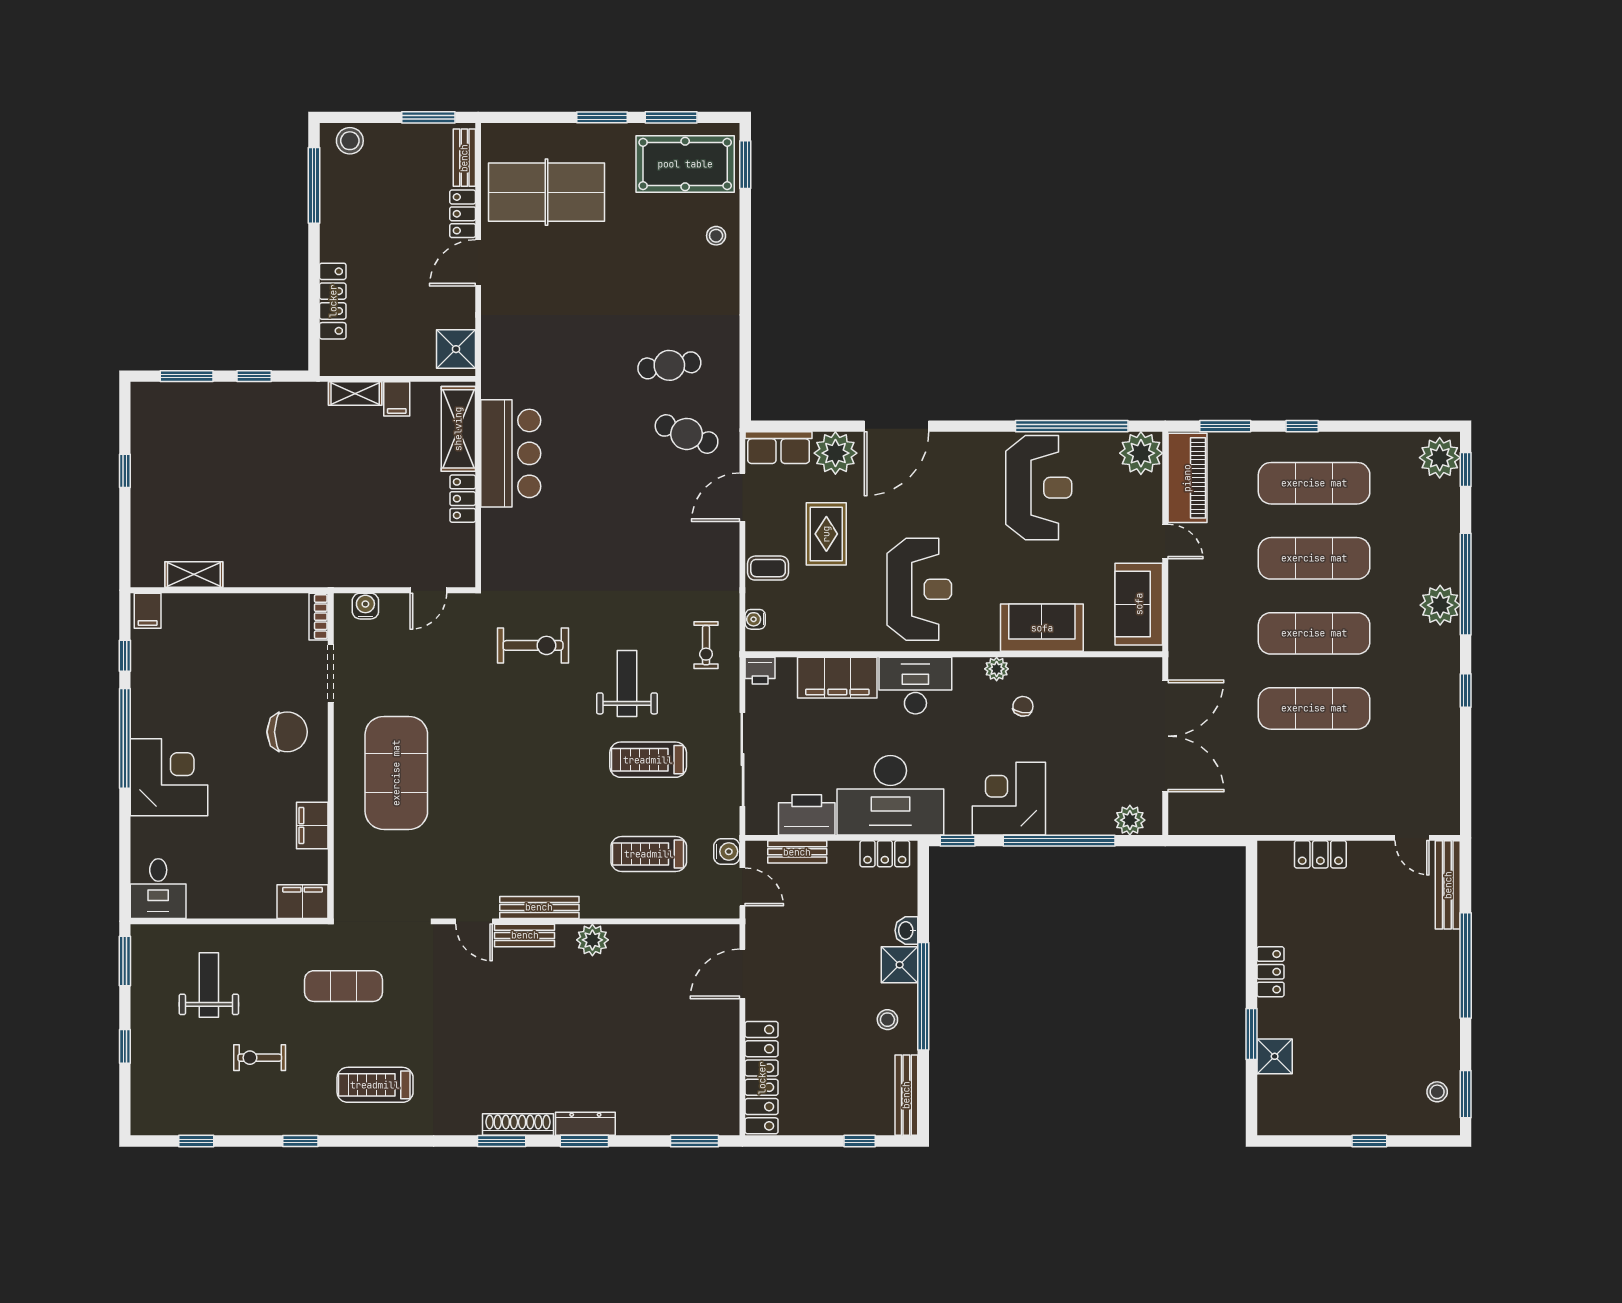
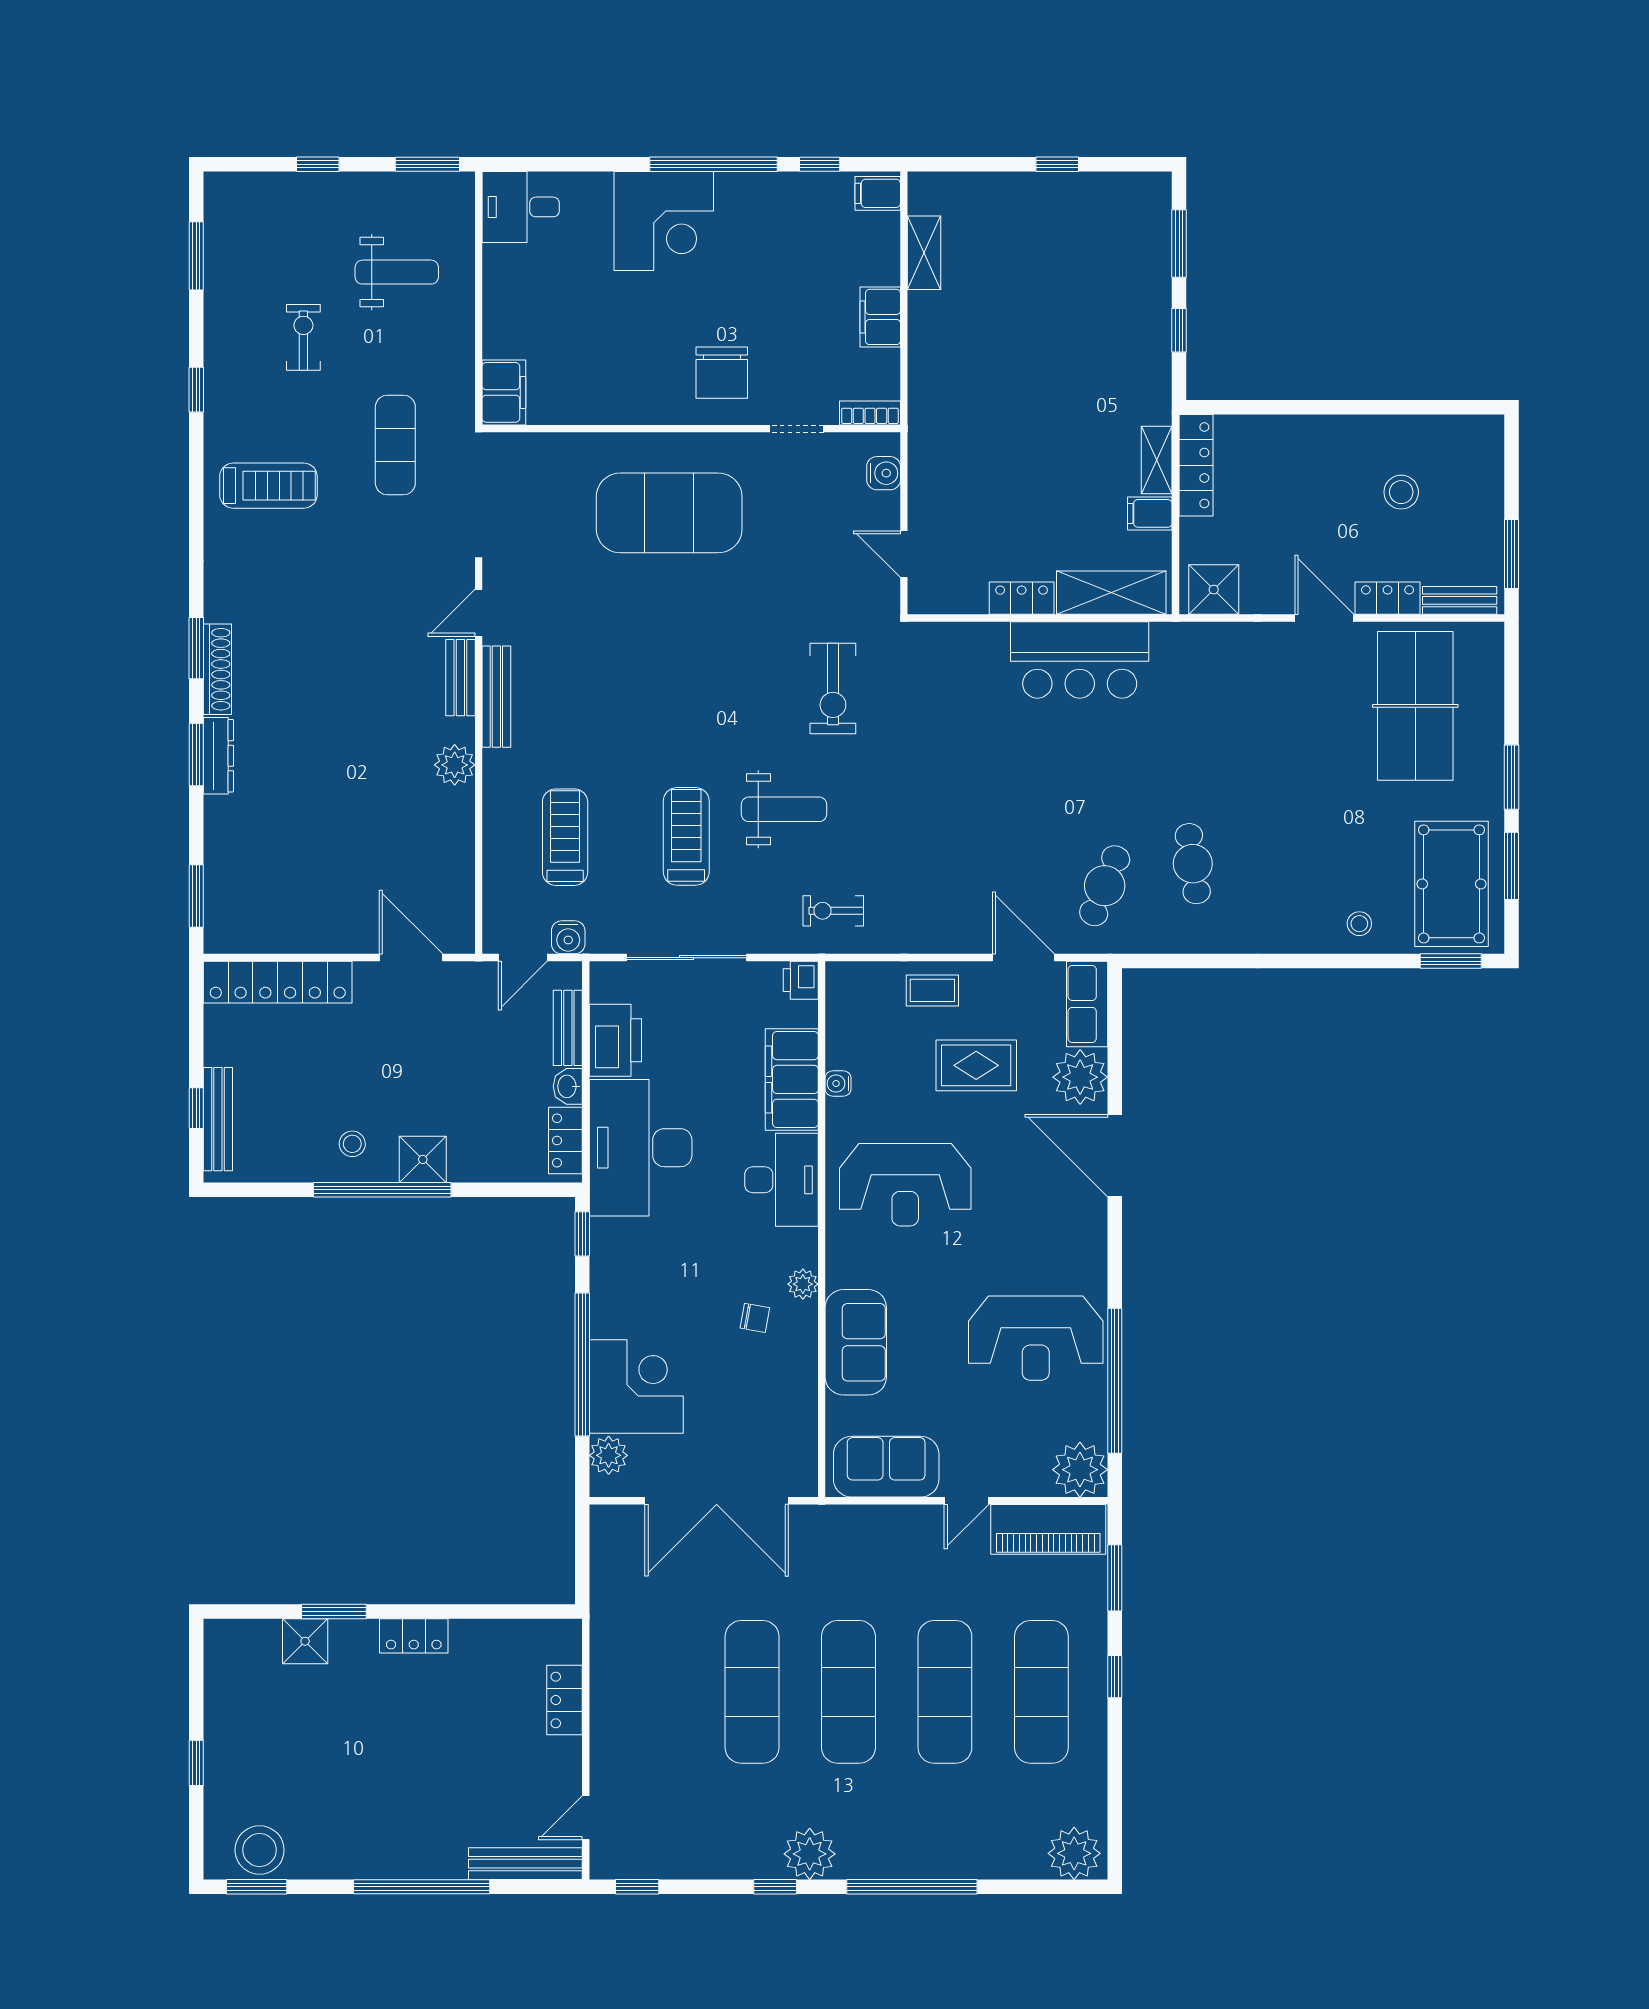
stool: (350, 141) -> (1401, 492), moved
window: (314, 185) -> (1424, 407), removed
locker: (333, 301) -> (1196, 465), moved, turned -90
window: (1466, 470) -> (637, 1887), moved
coffee table: (768, 568) -> (932, 990), turned 90
plant: (1440, 605) -> (810, 1854), moved
water cooler: (755, 619) -> (838, 1084), moved, turned -90
doorway: (331, 674) -> (797, 429), width x0.73
corner desk: (1009, 799) -> (636, 1386), moved
filing cabinet: (312, 825) -> (880, 317), moved, turned -90
washbasin: (906, 930) -> (568, 1086), moved, turned -90
treadmill: (375, 1085) -> (268, 486), turned 90
stool: (1437, 1092) -> (260, 1850), width x1.89, depth x1.89
bench: (906, 1095) -> (218, 1119), moved, turned 90
window: (196, 1141) -> (196, 256), width x1.50

